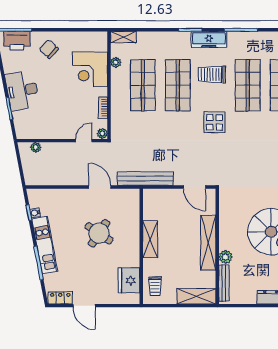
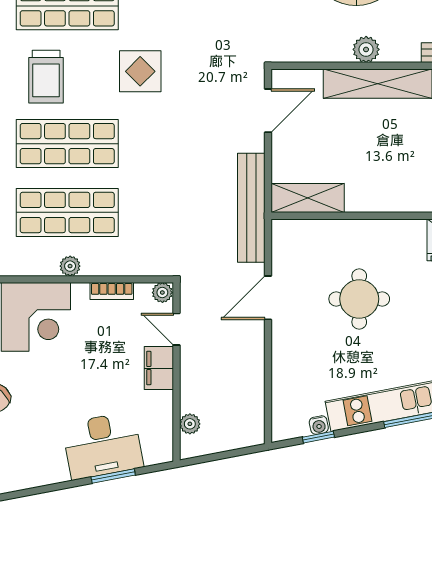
plant: (116, 62) -> (70, 266), moved
desk: (22, 90) -> (103, 446), moved
filing cabinet: (64, 132) -> (159, 368), added
round table: (99, 233) -> (359, 299), turned -34
shelving: (150, 239) -> (308, 198), moved
plant: (226, 257) -> (366, 49), moved

